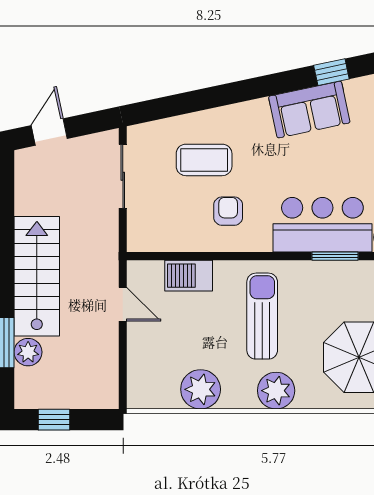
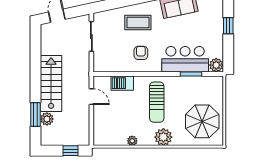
coffee table: (204, 160) -> (138, 23), moved
sun lounger: (262, 316) -> (157, 102), turned 180
plant: (201, 389) -> (132, 141), width x0.53, depth x0.53
window: (54, 420) -> (71, 151), moved

